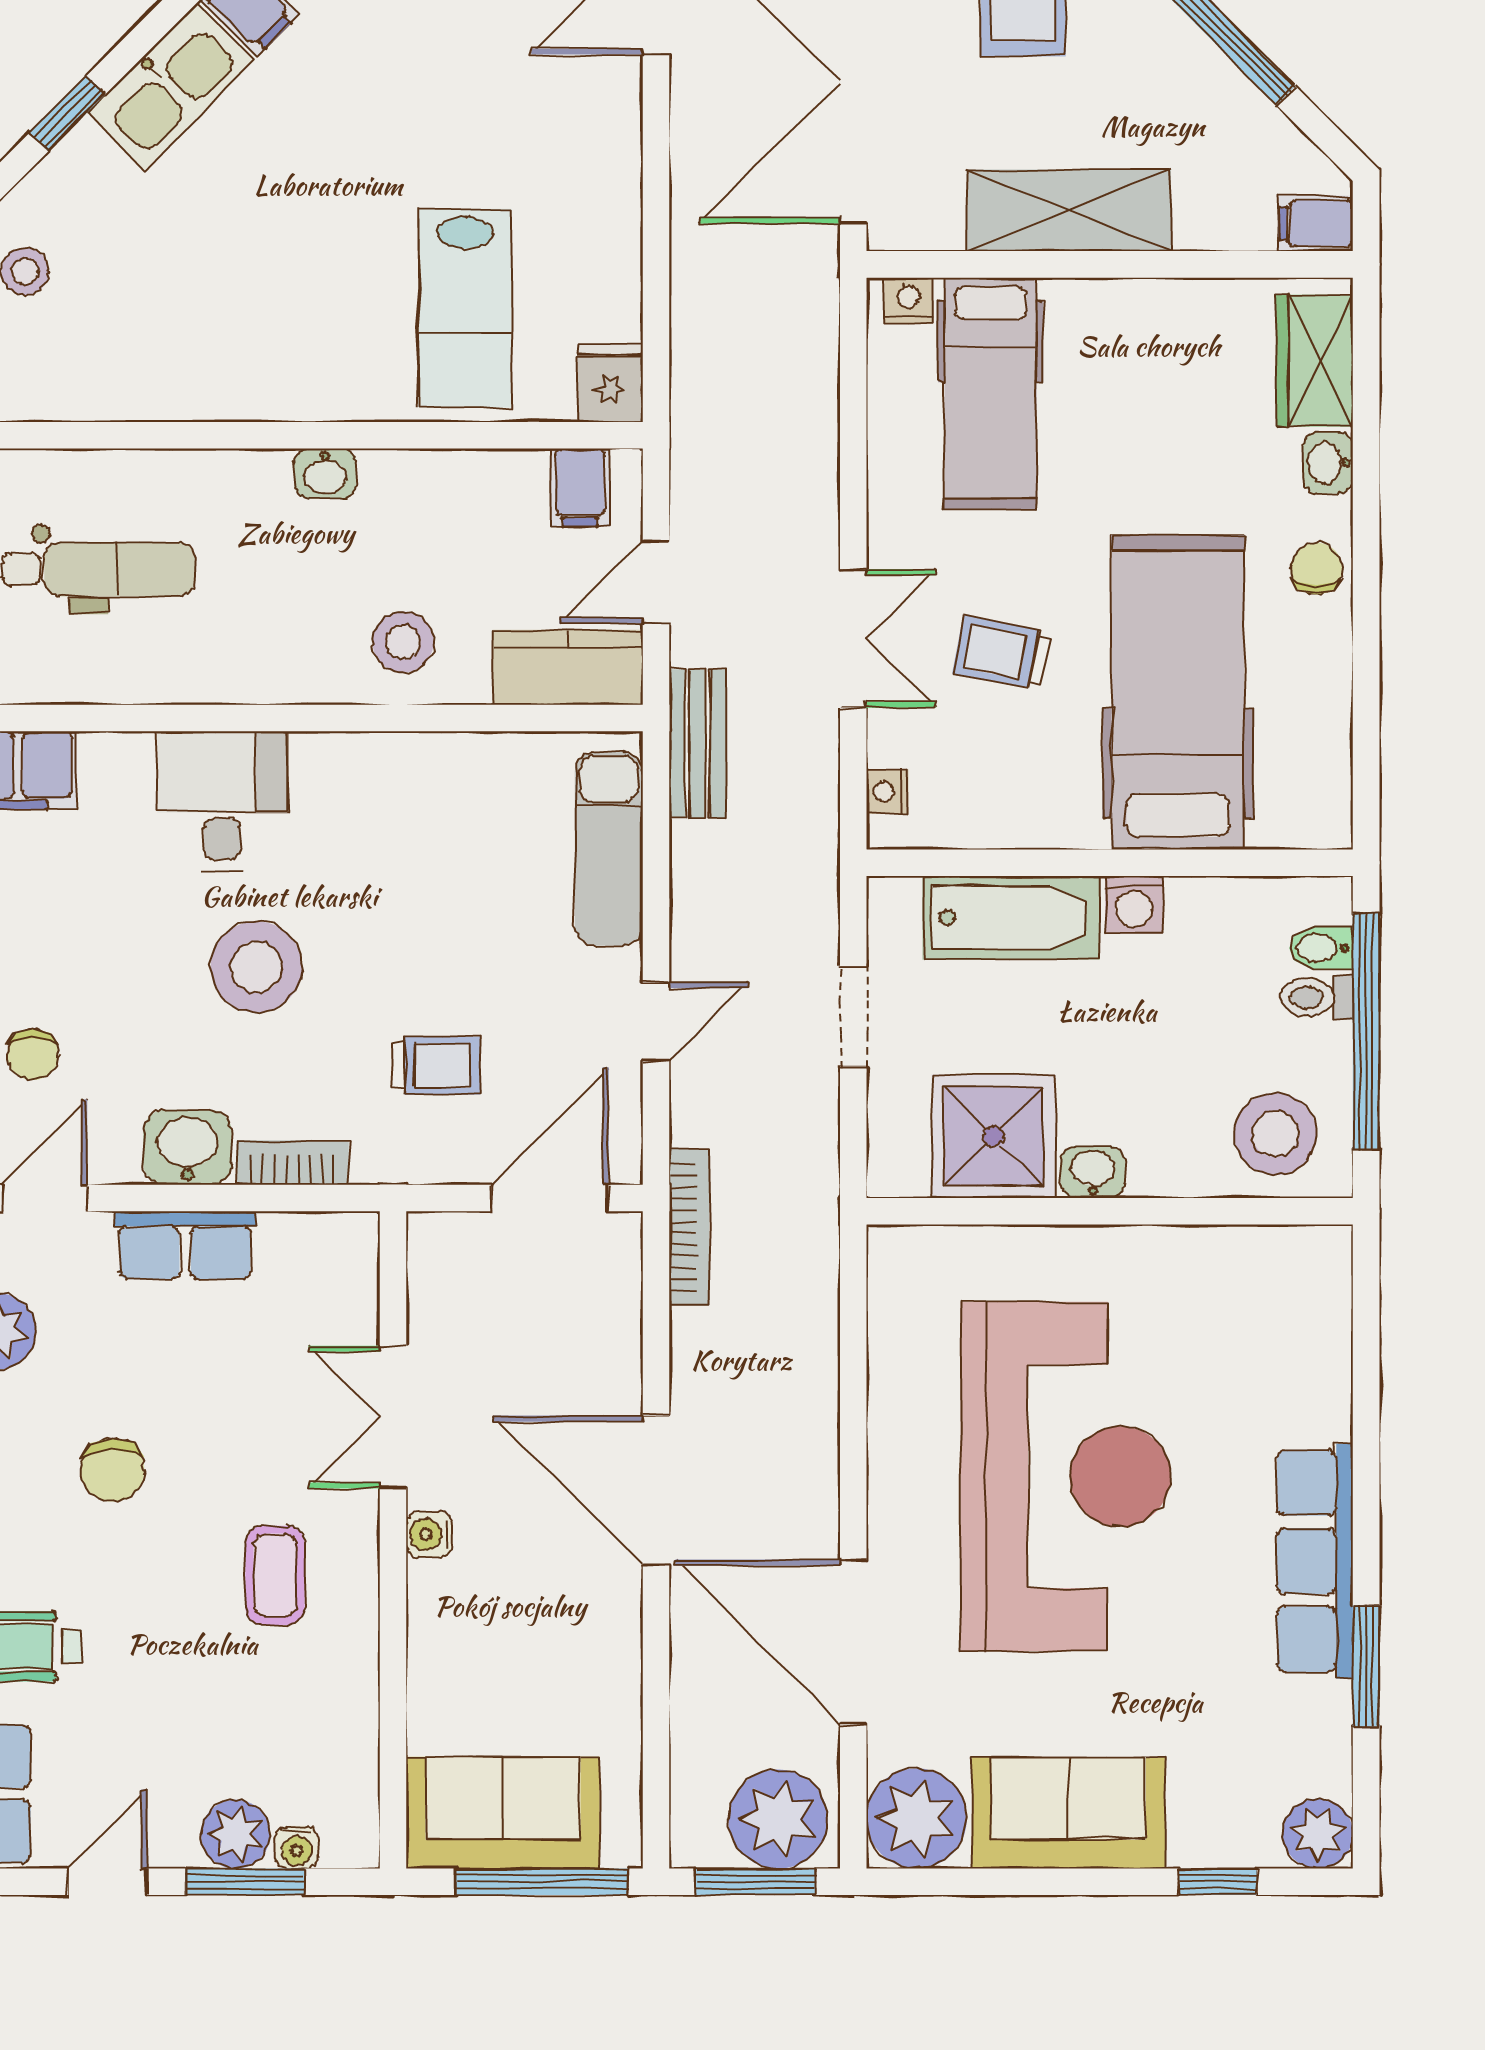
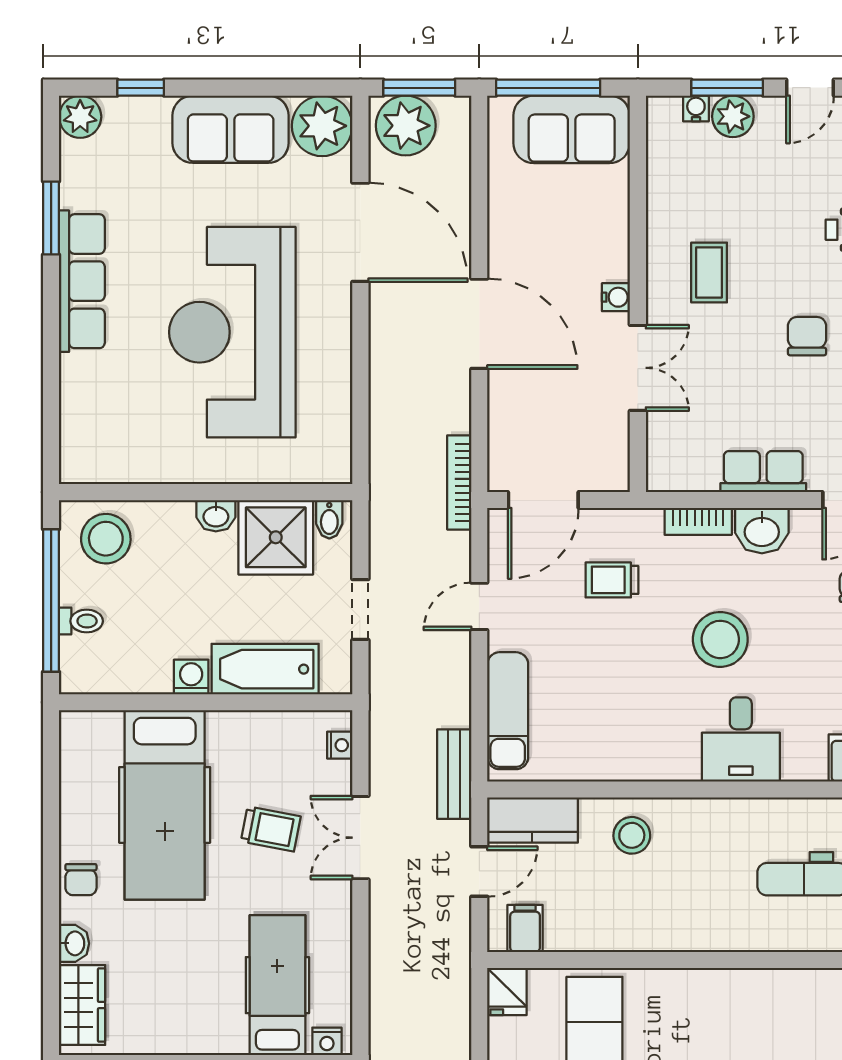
washbasin: (325, 474) -> (679, 937), removed
bidet: (1321, 948) -> (329, 519), moved, turned 90

